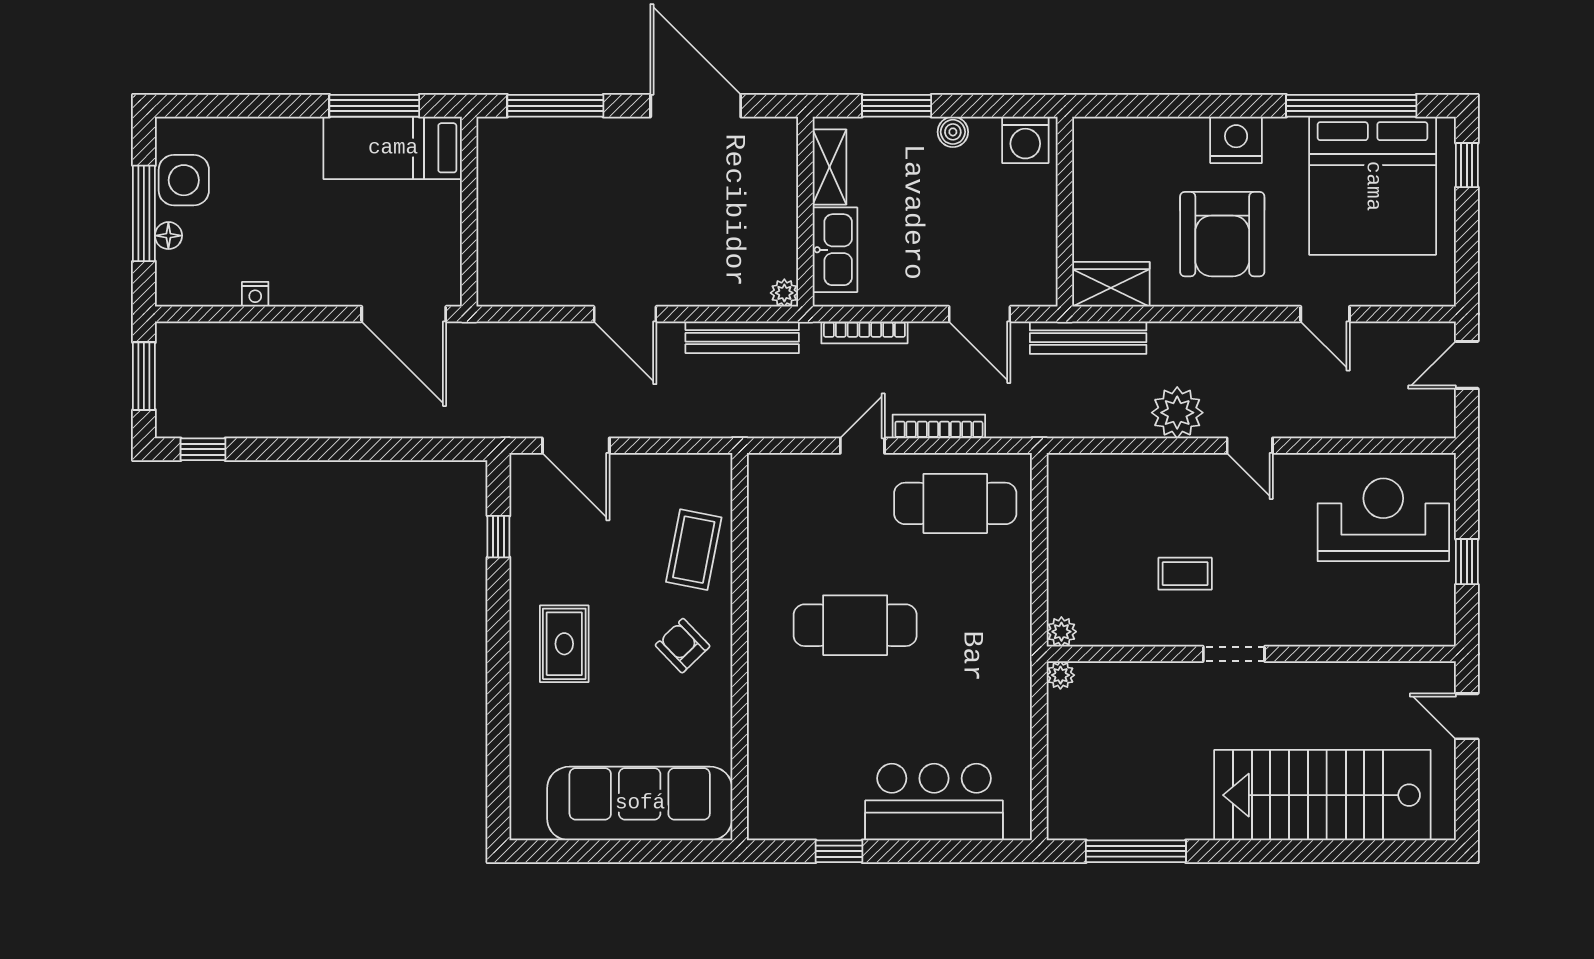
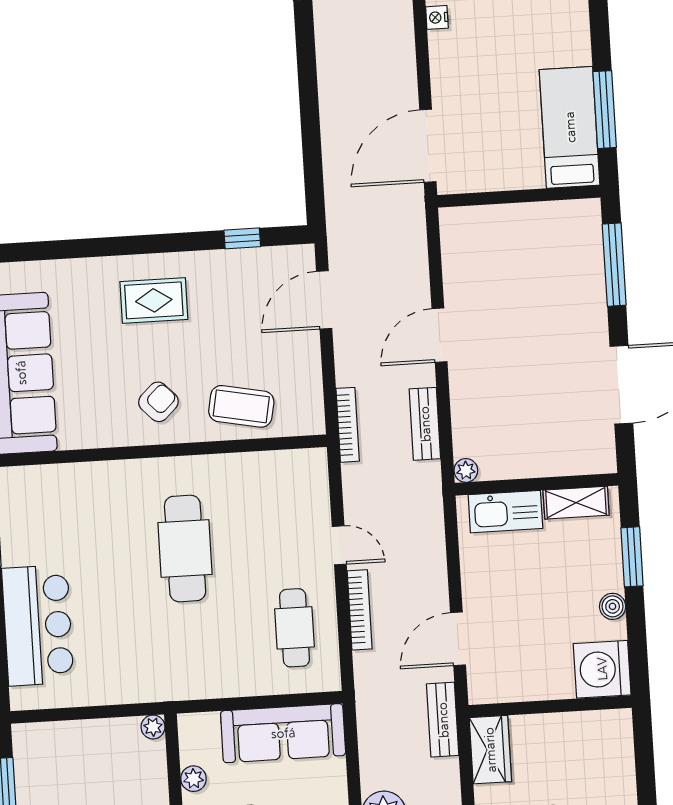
washing machine: (1025, 140) -> (602, 669), width x1.37, depth x1.37
bookcase: (864, 332) -> (348, 425), moved, turned 180
bench: (742, 337) -> (425, 424), width x0.73
bench: (1088, 338) -> (443, 720), width x0.73
cafe table: (955, 503) -> (295, 628), width x0.73, depth x0.74
sofa: (1077, 524) -> (283, 733), added
plant: (1061, 632) -> (193, 779), moved

